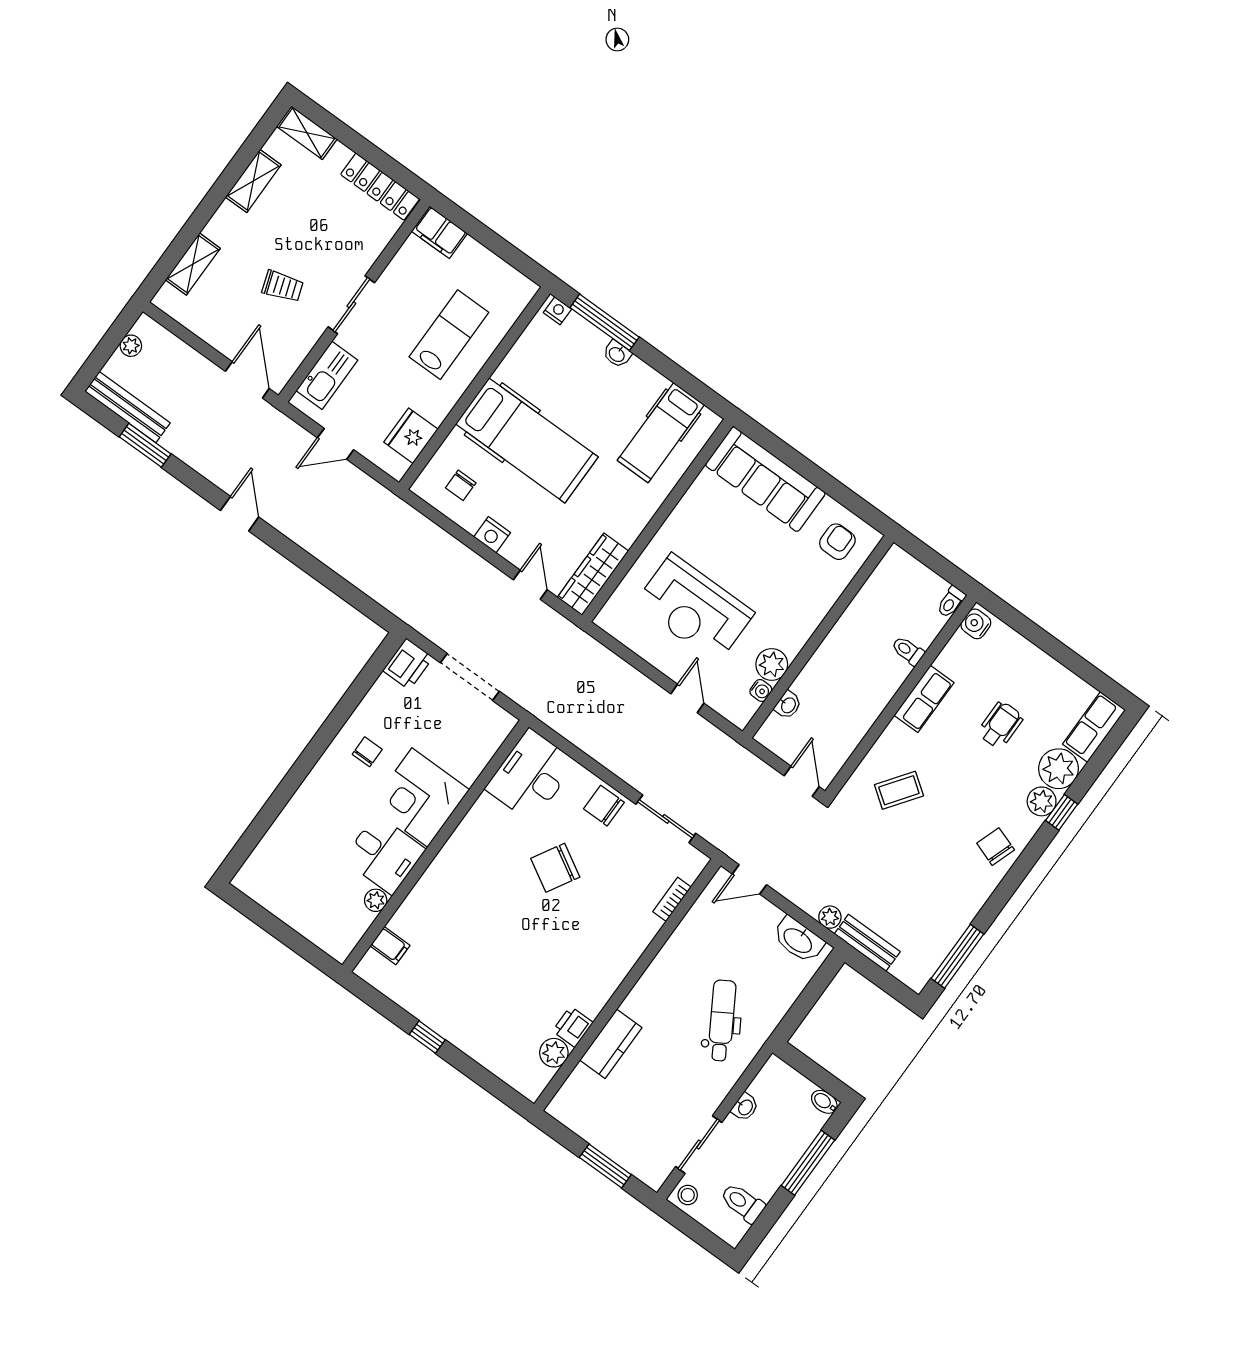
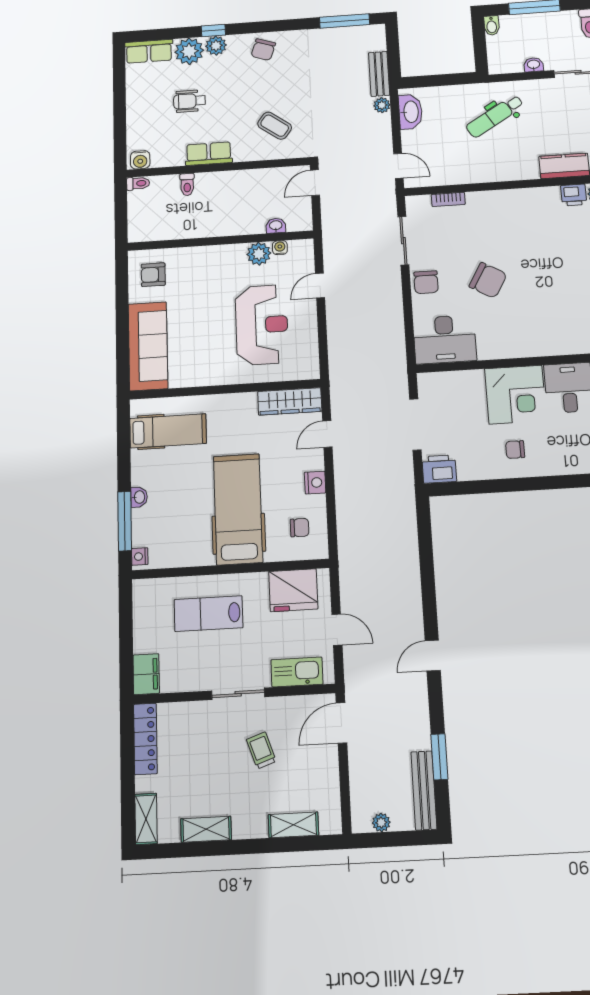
fridge: (411, 436) -> (293, 590), width x1.36, depth x1.34

